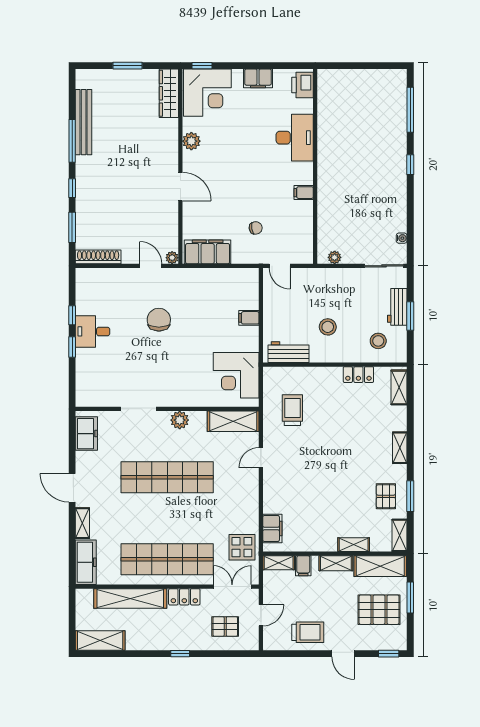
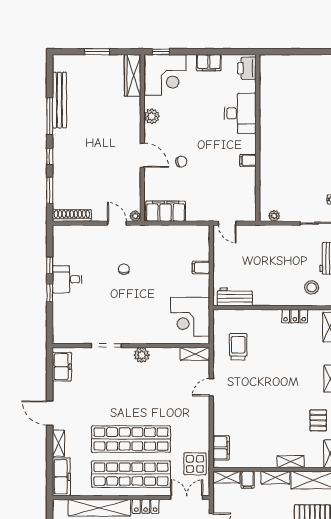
chair: (256, 228) -> (181, 162), moved
chair: (159, 320) -> (124, 269), width x0.54, depth x0.54
stool: (328, 327) -> (268, 275), removed
shelving: (233, 421) -> (195, 354), width x0.67, depth x0.75
shop shelf: (167, 477) -> (131, 439), moved

